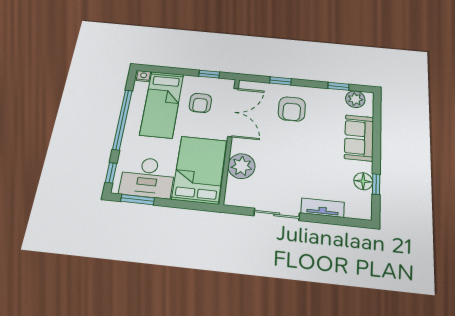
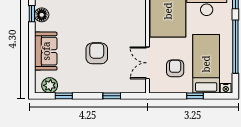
window: (209, 74) -> (195, 96), moved
armchair: (292, 109) -> (97, 53), moved
double door: (233, 112) -> (148, 63), width x0.73
plant: (241, 166) -> (136, 17), removed

